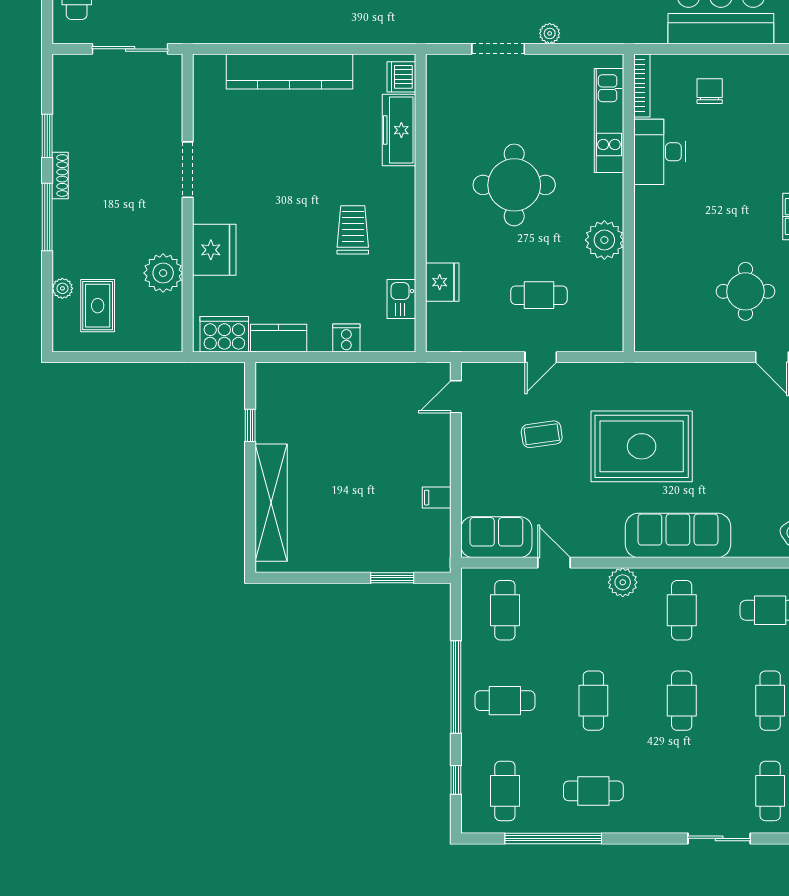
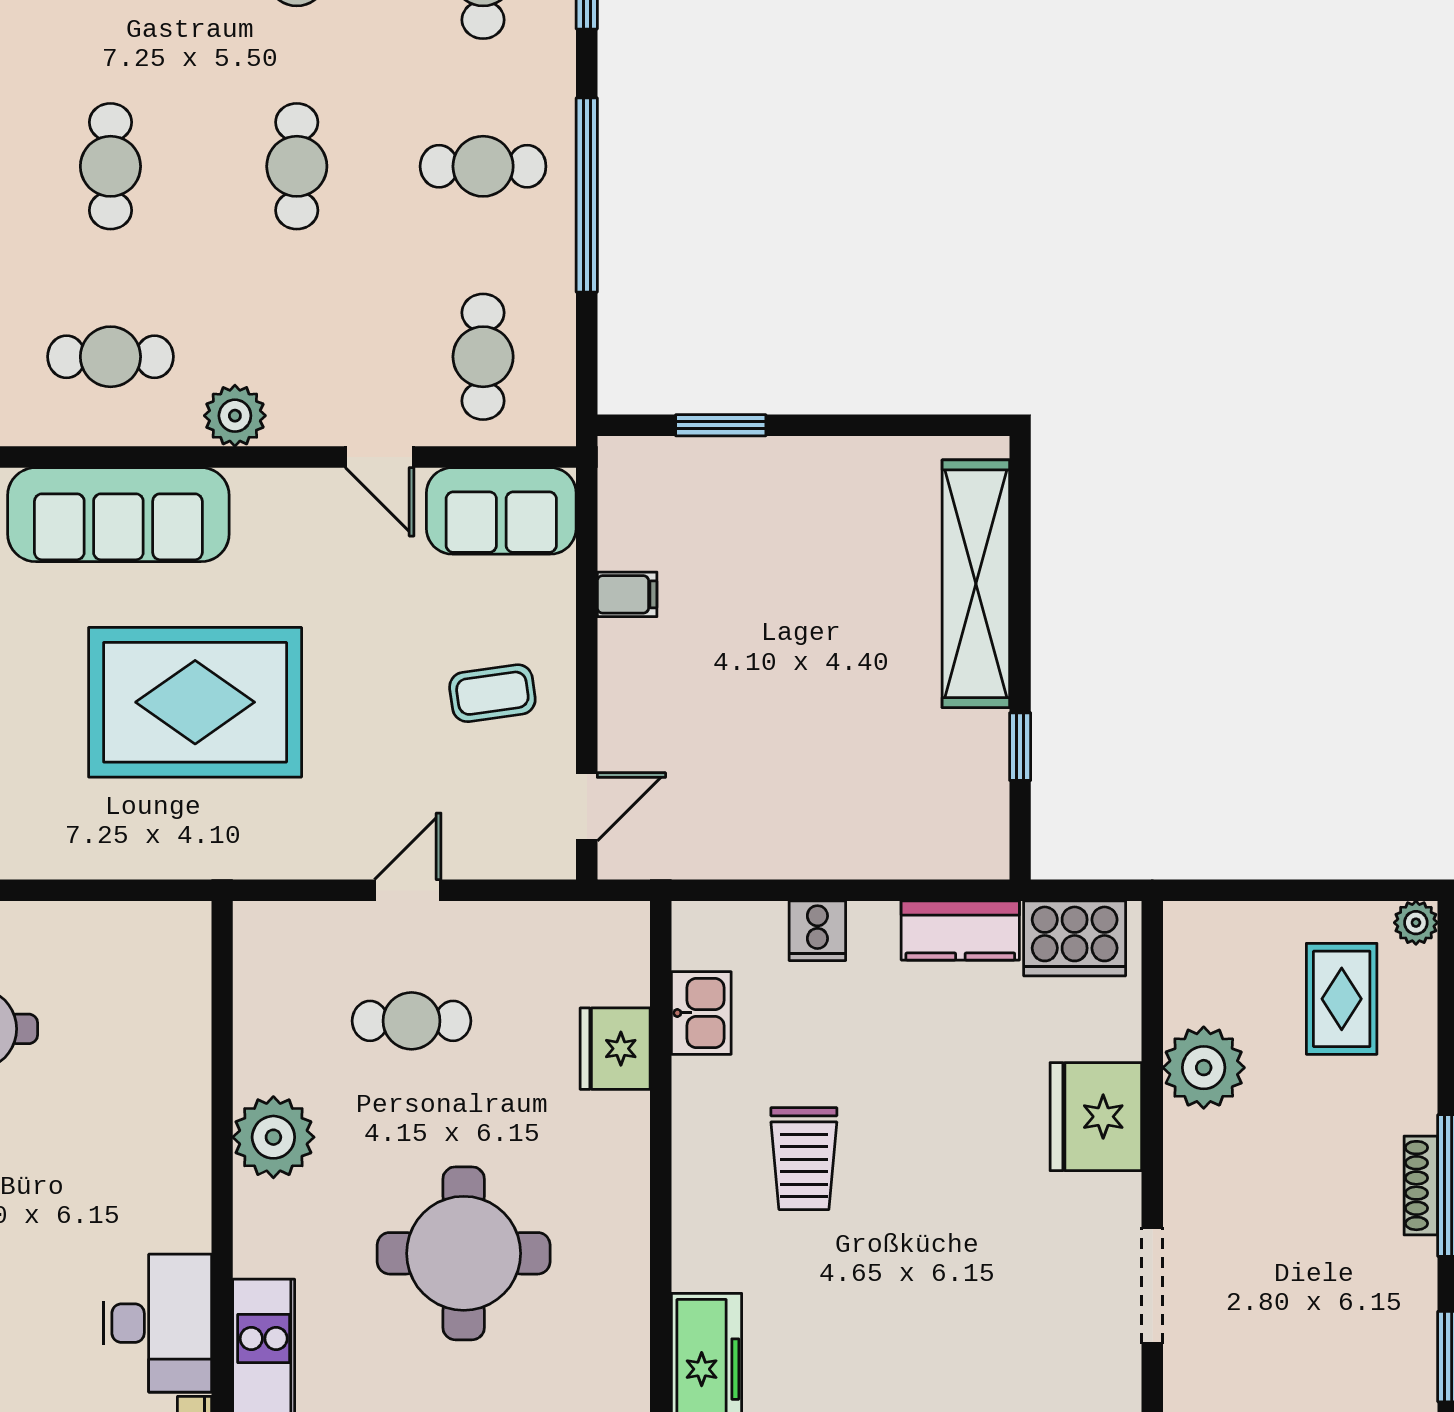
shoe rack: (60, 176) -> (1421, 1186), moved
plant: (62, 288) -> (1416, 923), moved
coffee table: (542, 434) -> (492, 693), moved
cafe table: (682, 610) -> (110, 357), turned 90

